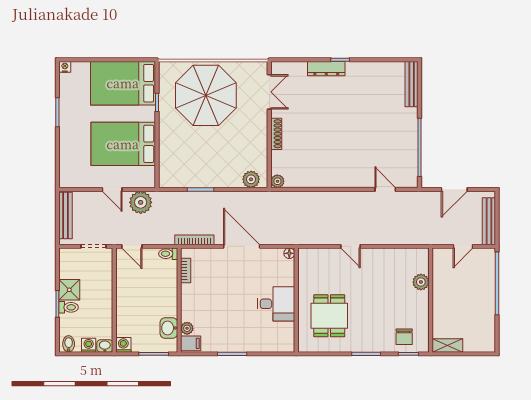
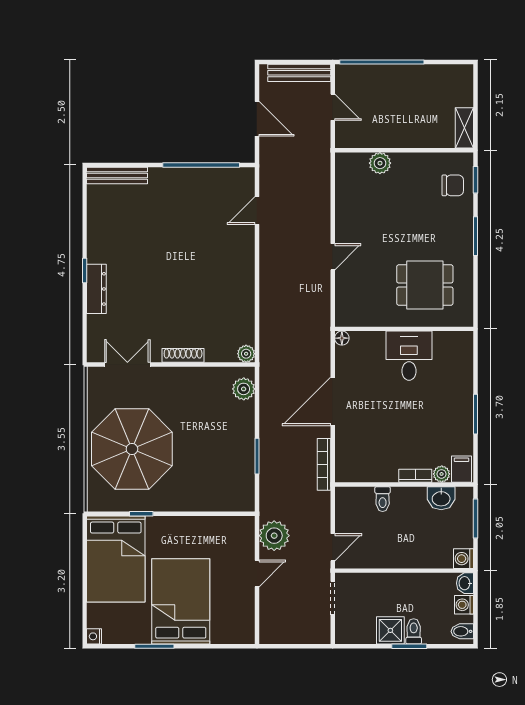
bed: (123, 144) -> (181, 601), moved, turned 180
bench: (66, 215) -> (292, 635), removed
toilet: (168, 254) -> (383, 499), moved
bookcase: (186, 270) -> (415, 476), moved

